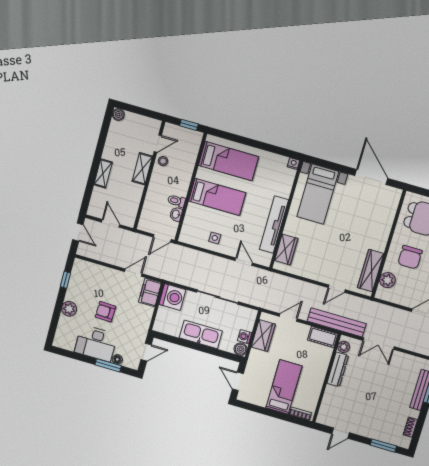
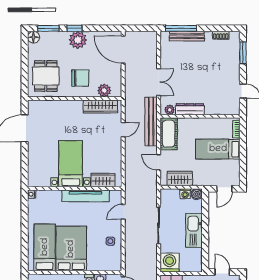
bed with nightstands: (318, 194) -> (71, 164), moved, turned -90
bed: (217, 197) -> (71, 249), width x1.50
door: (337, 289) -> (123, 130), hinge flipped
cot: (323, 337) -> (169, 134), width x1.37, depth x1.34

